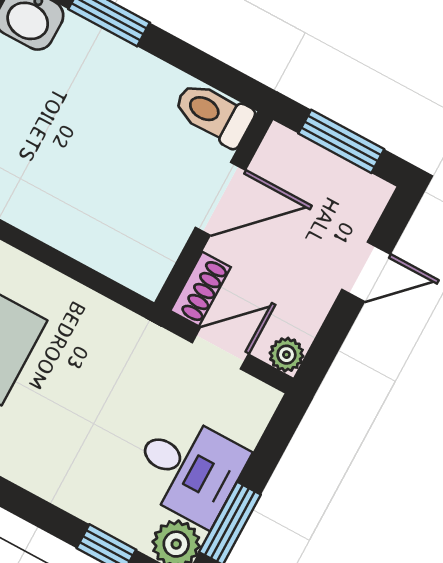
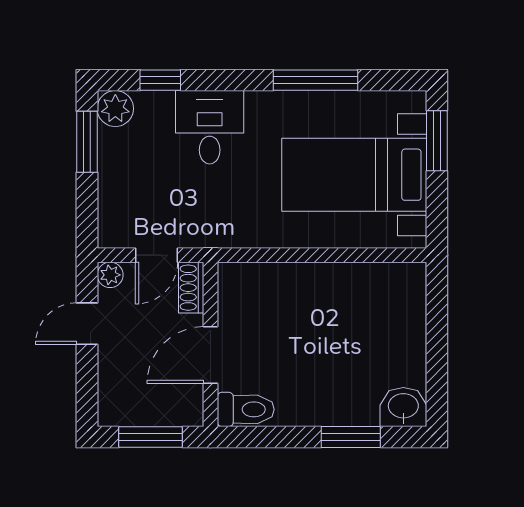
door: (366, 272) -> (87, 324), moved
desk: (189, 469) -> (210, 127), moved, turned 90

